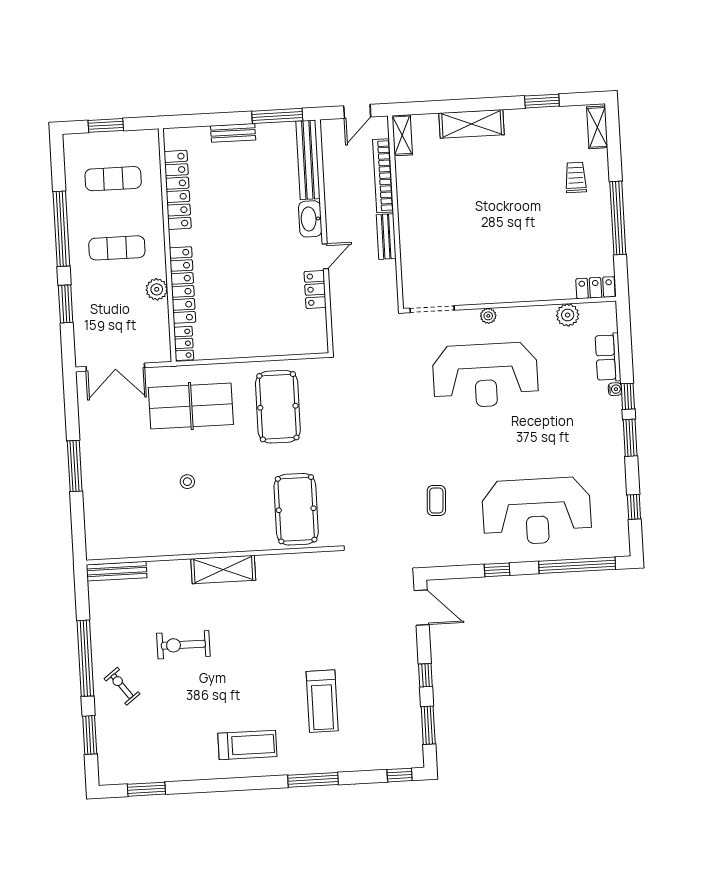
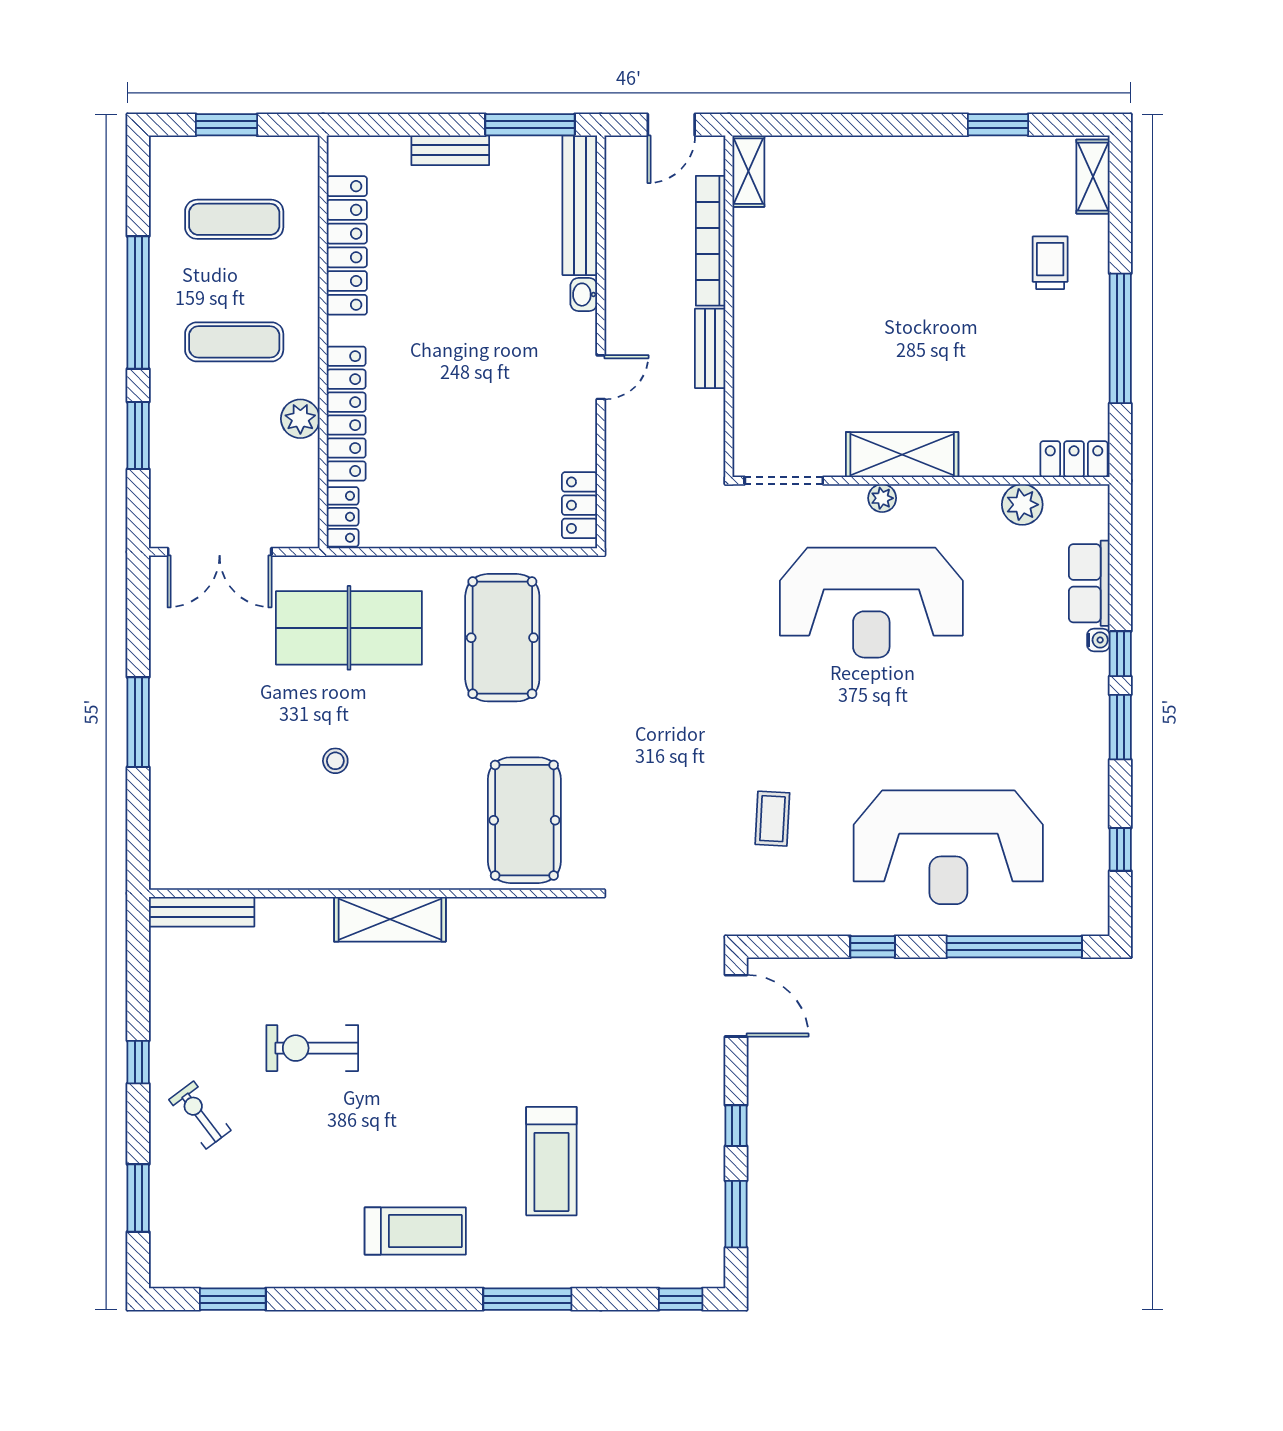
shelving: (472, 124) -> (902, 455), moved
washbasin: (310, 219) -> (584, 295), width x0.52, depth x0.69
locker: (315, 289) -> (580, 505), moved
window: (85, 658) -> (138, 1062), width x0.32

